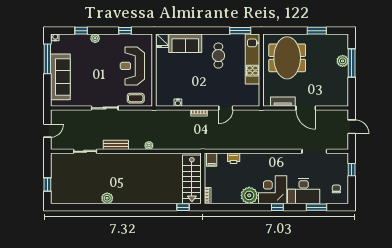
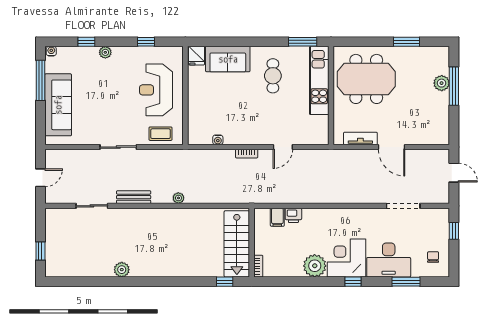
meeting table: (287, 58) -> (366, 79), turned 90
filing cabinet: (212, 160) -> (277, 217), moved

